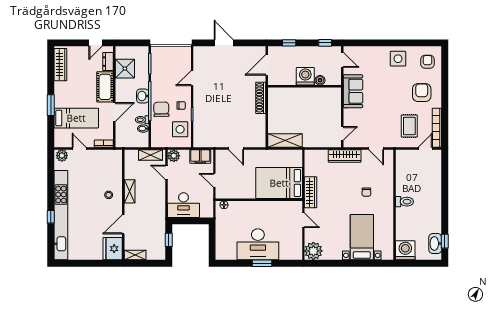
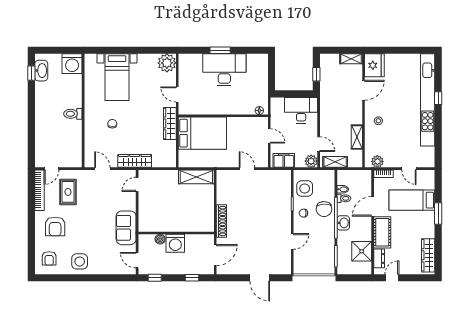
plant: (62, 156) -> (377, 161), moved
shelving: (130, 191) -> (357, 137), moved

